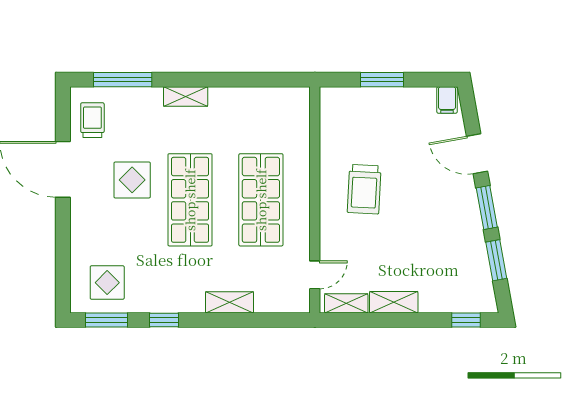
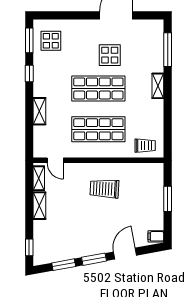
trolley: (92, 120) -> (145, 146), moved

